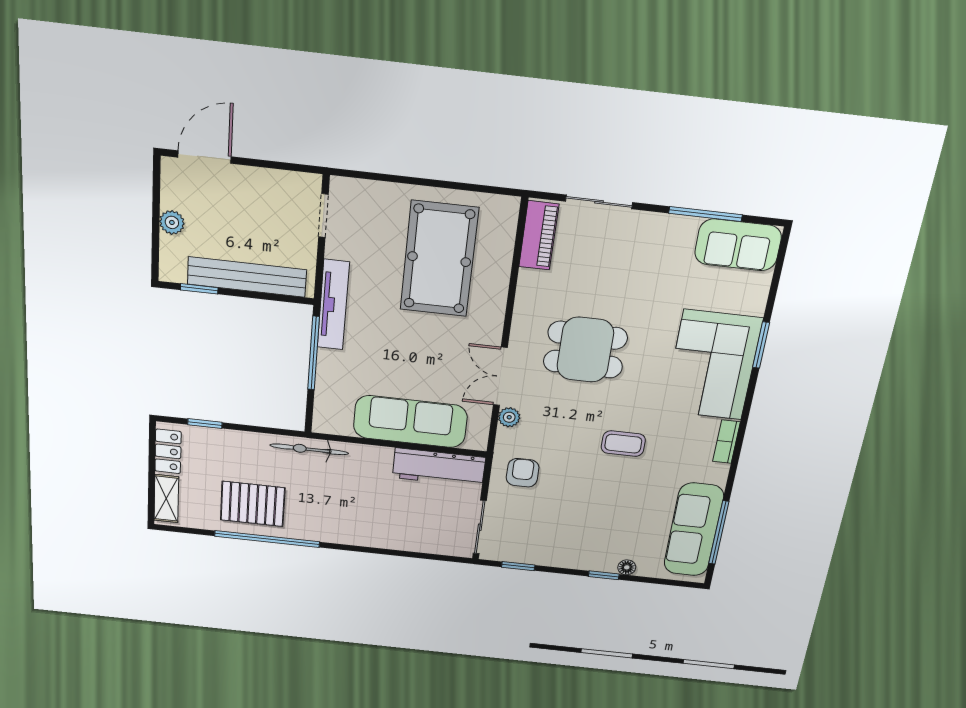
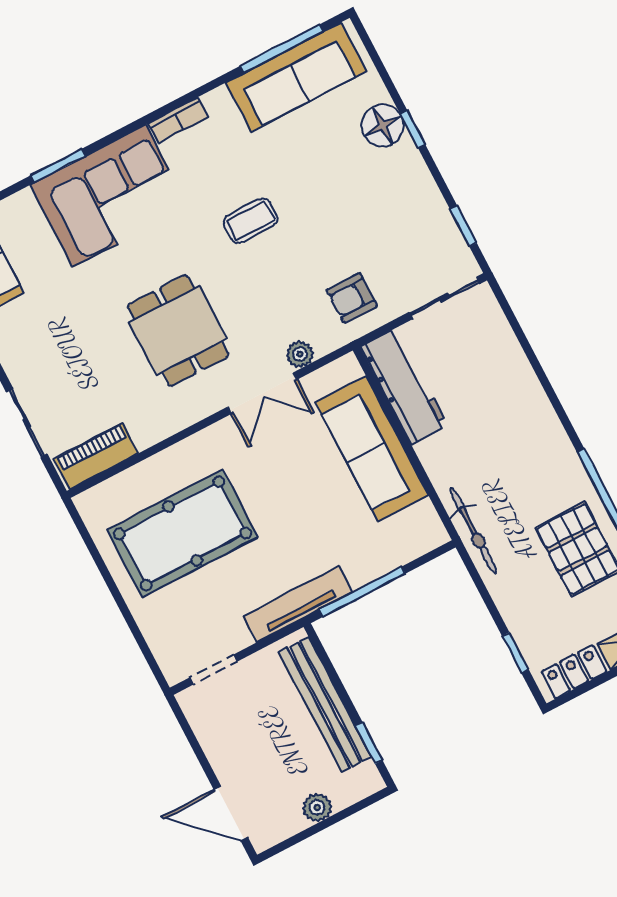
coffee table: (623, 444) -> (251, 221), turned 90
floor lamp: (627, 567) -> (383, 126), width x1.89, depth x1.89

